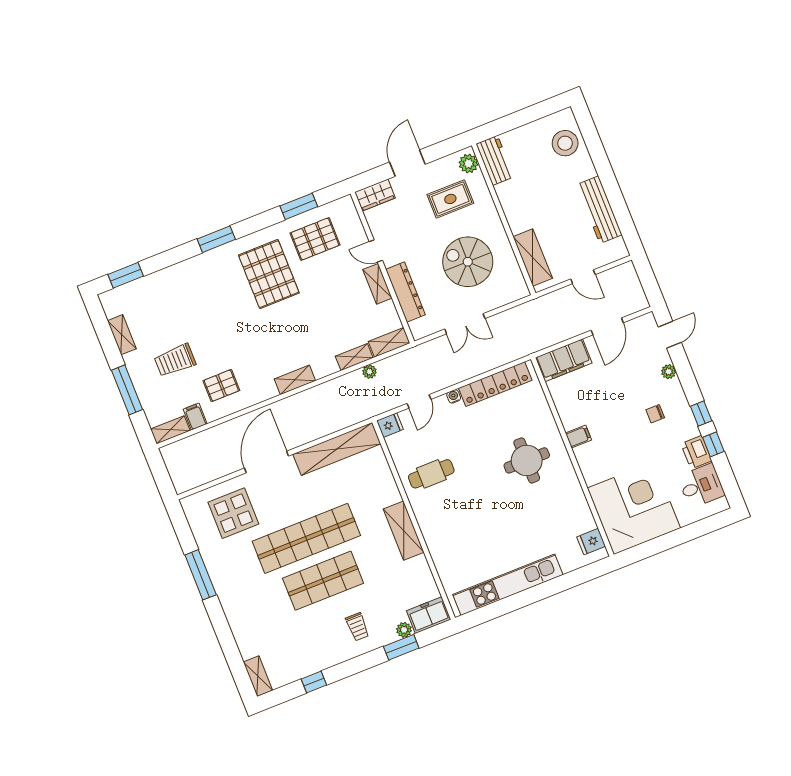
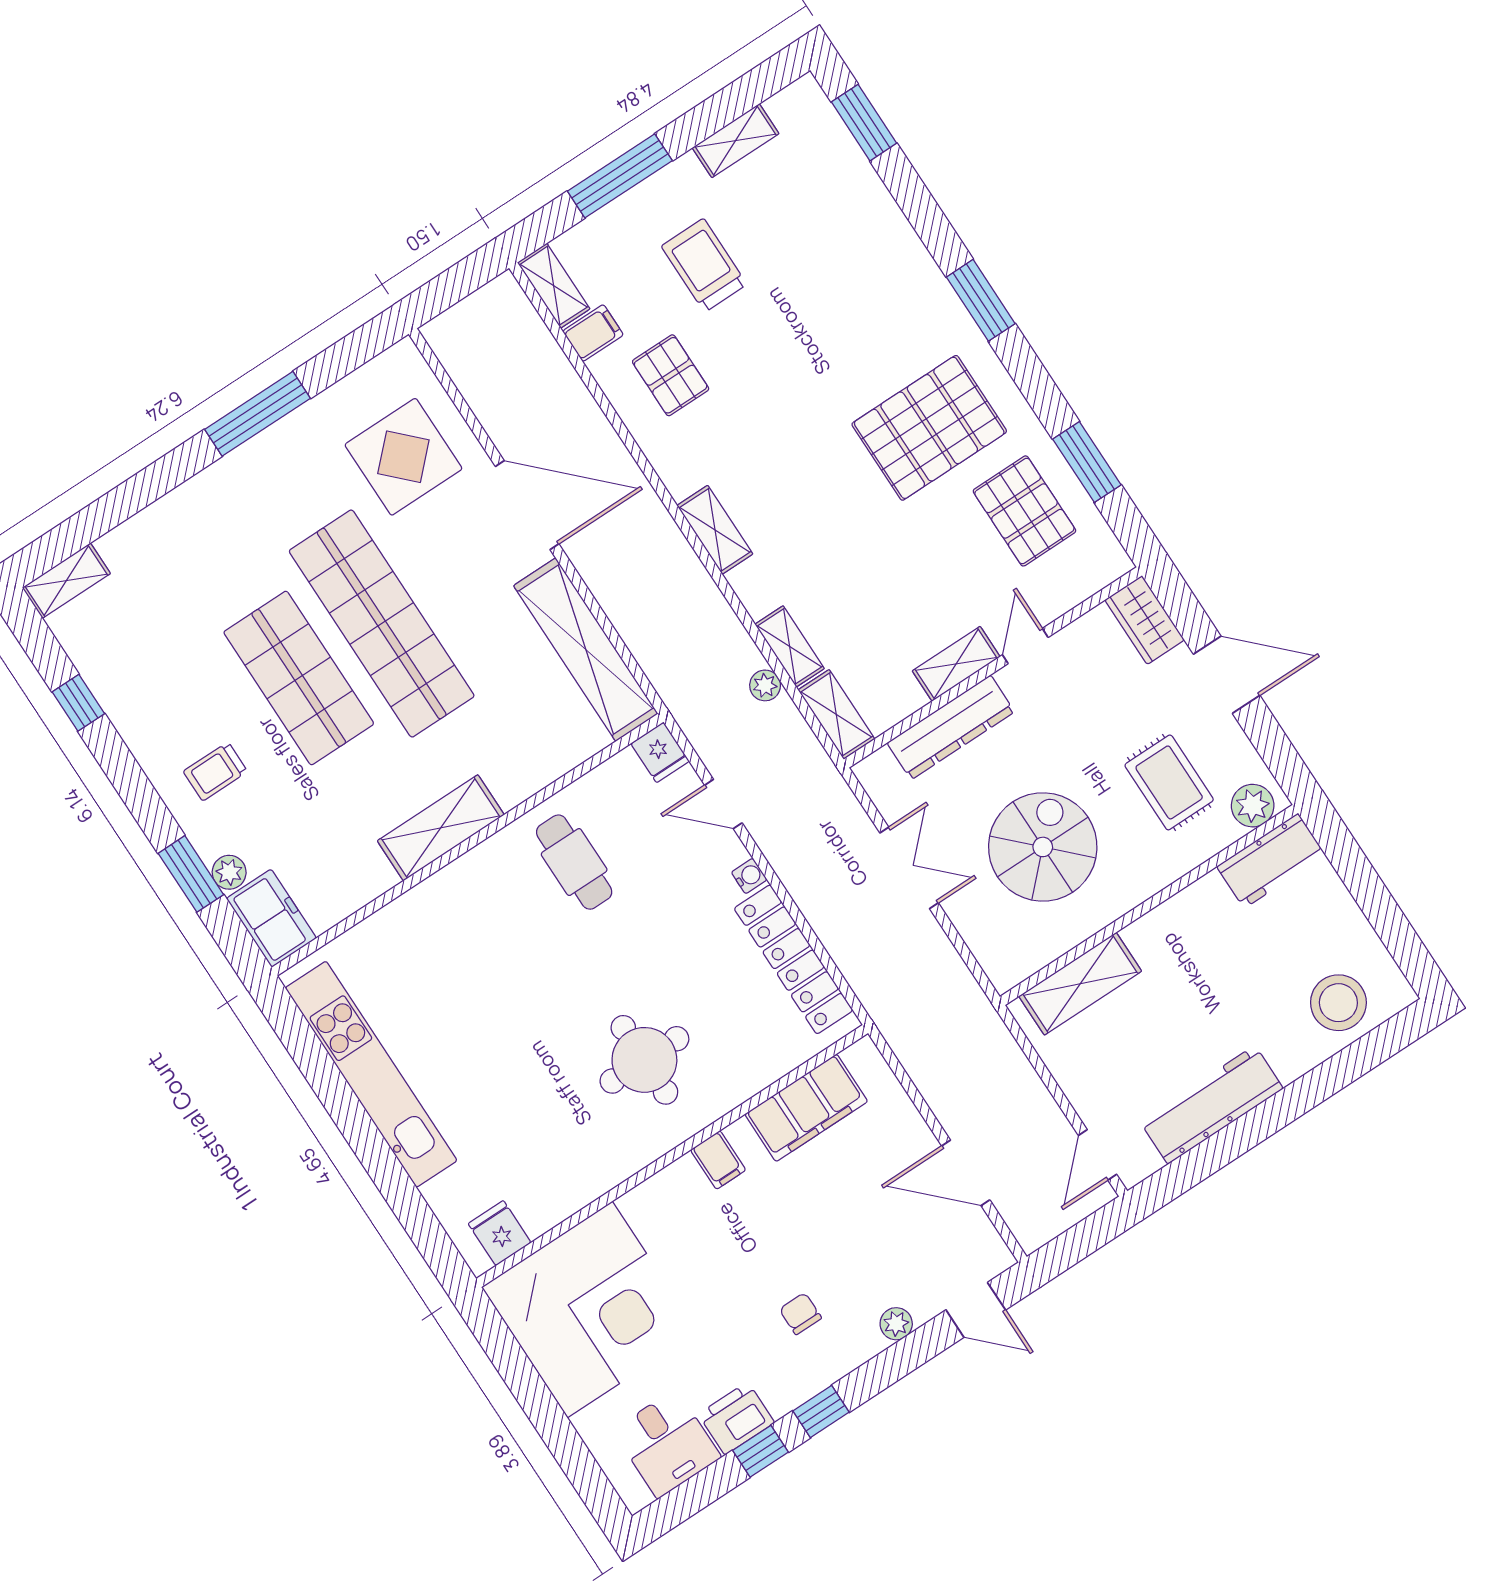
door: (583, 277) -> (1098, 1155), moved
double door: (465, 324) -> (909, 868), swing flipped
filing cabinet: (564, 360) -> (806, 1108), moved, turned -90

